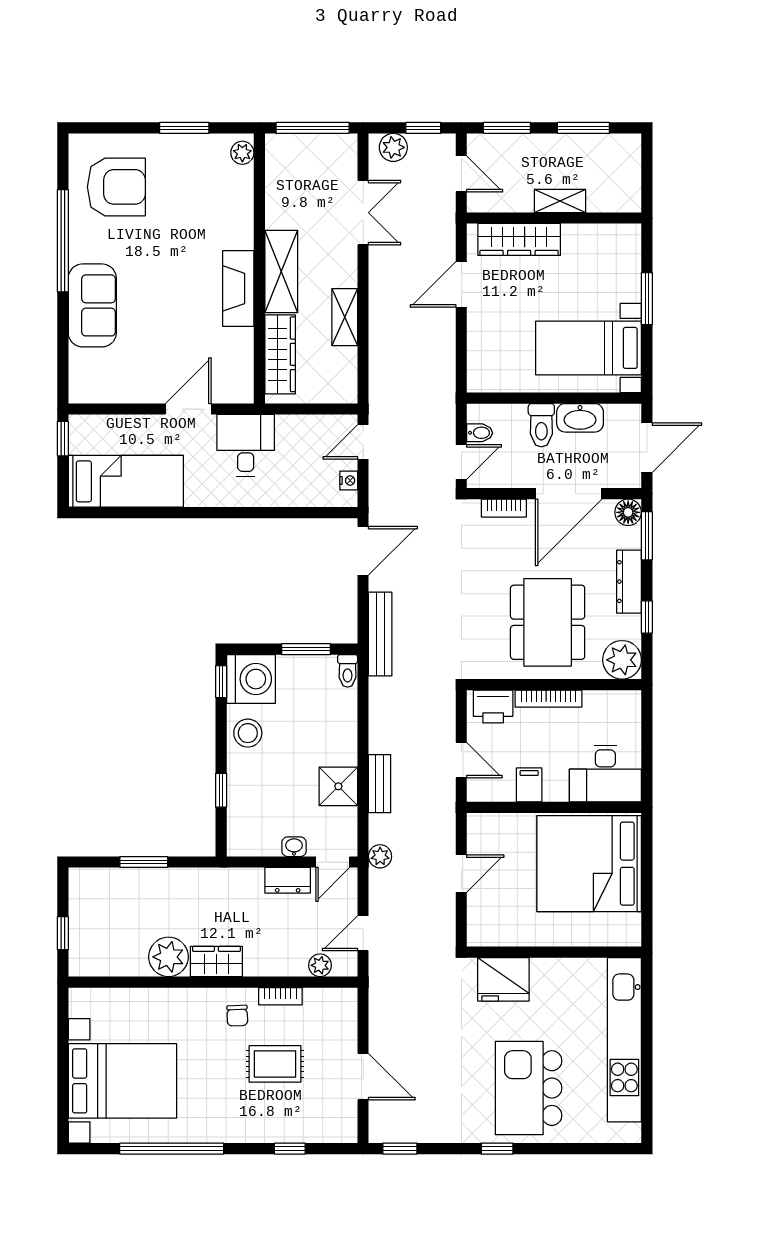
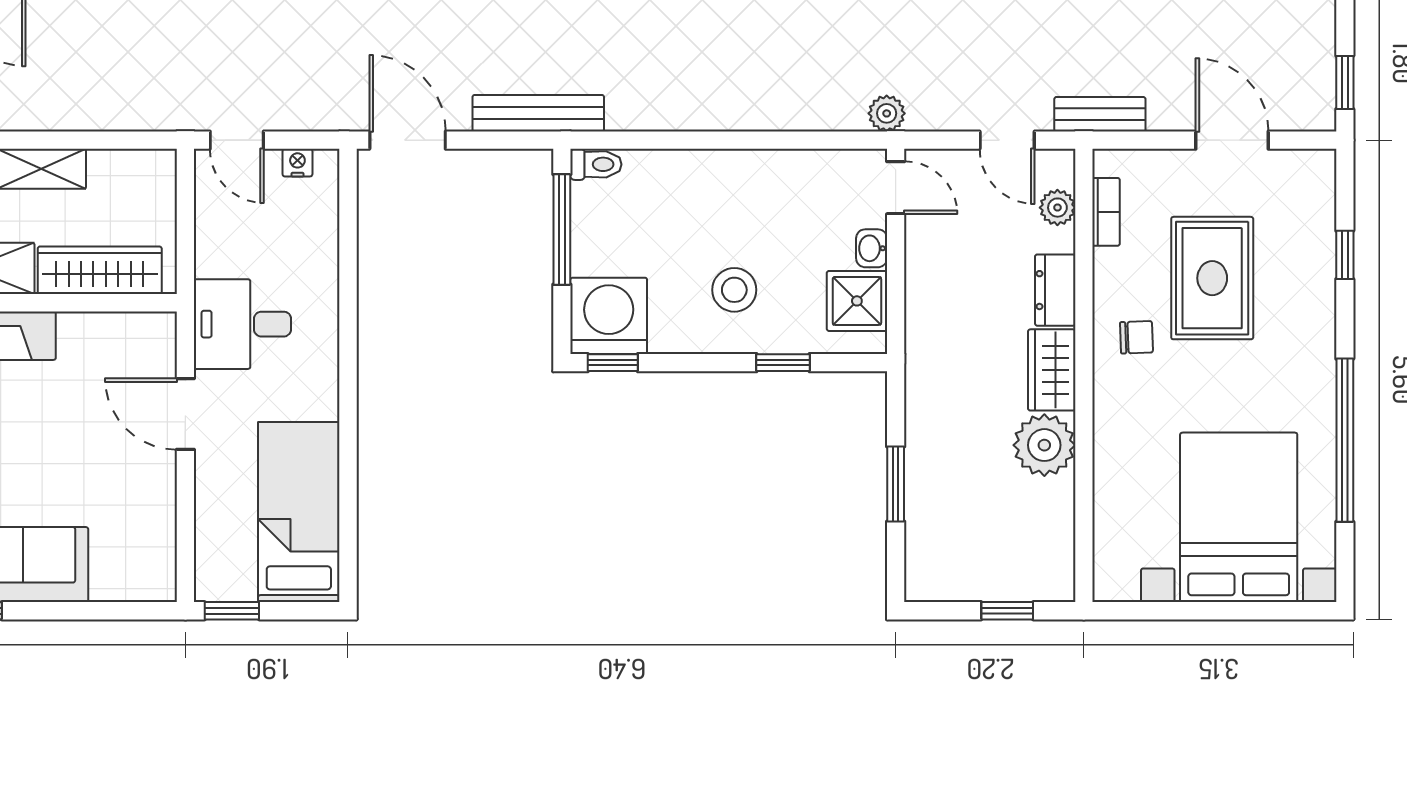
window: (306, 649) -> (562, 229), width x1.44
stool: (248, 733) -> (734, 290), moved
bench: (380, 784) -> (1100, 114), moved
shower: (338, 786) -> (857, 301), moved
dresser: (288, 880) -> (1055, 290), moved, turned 180
bookcase: (280, 996) -> (1106, 212), moved
rug: (275, 1064) -> (1212, 278), width x1.36, depth x1.43
door: (363, 1077) -> (1232, 140), hinge flipped

